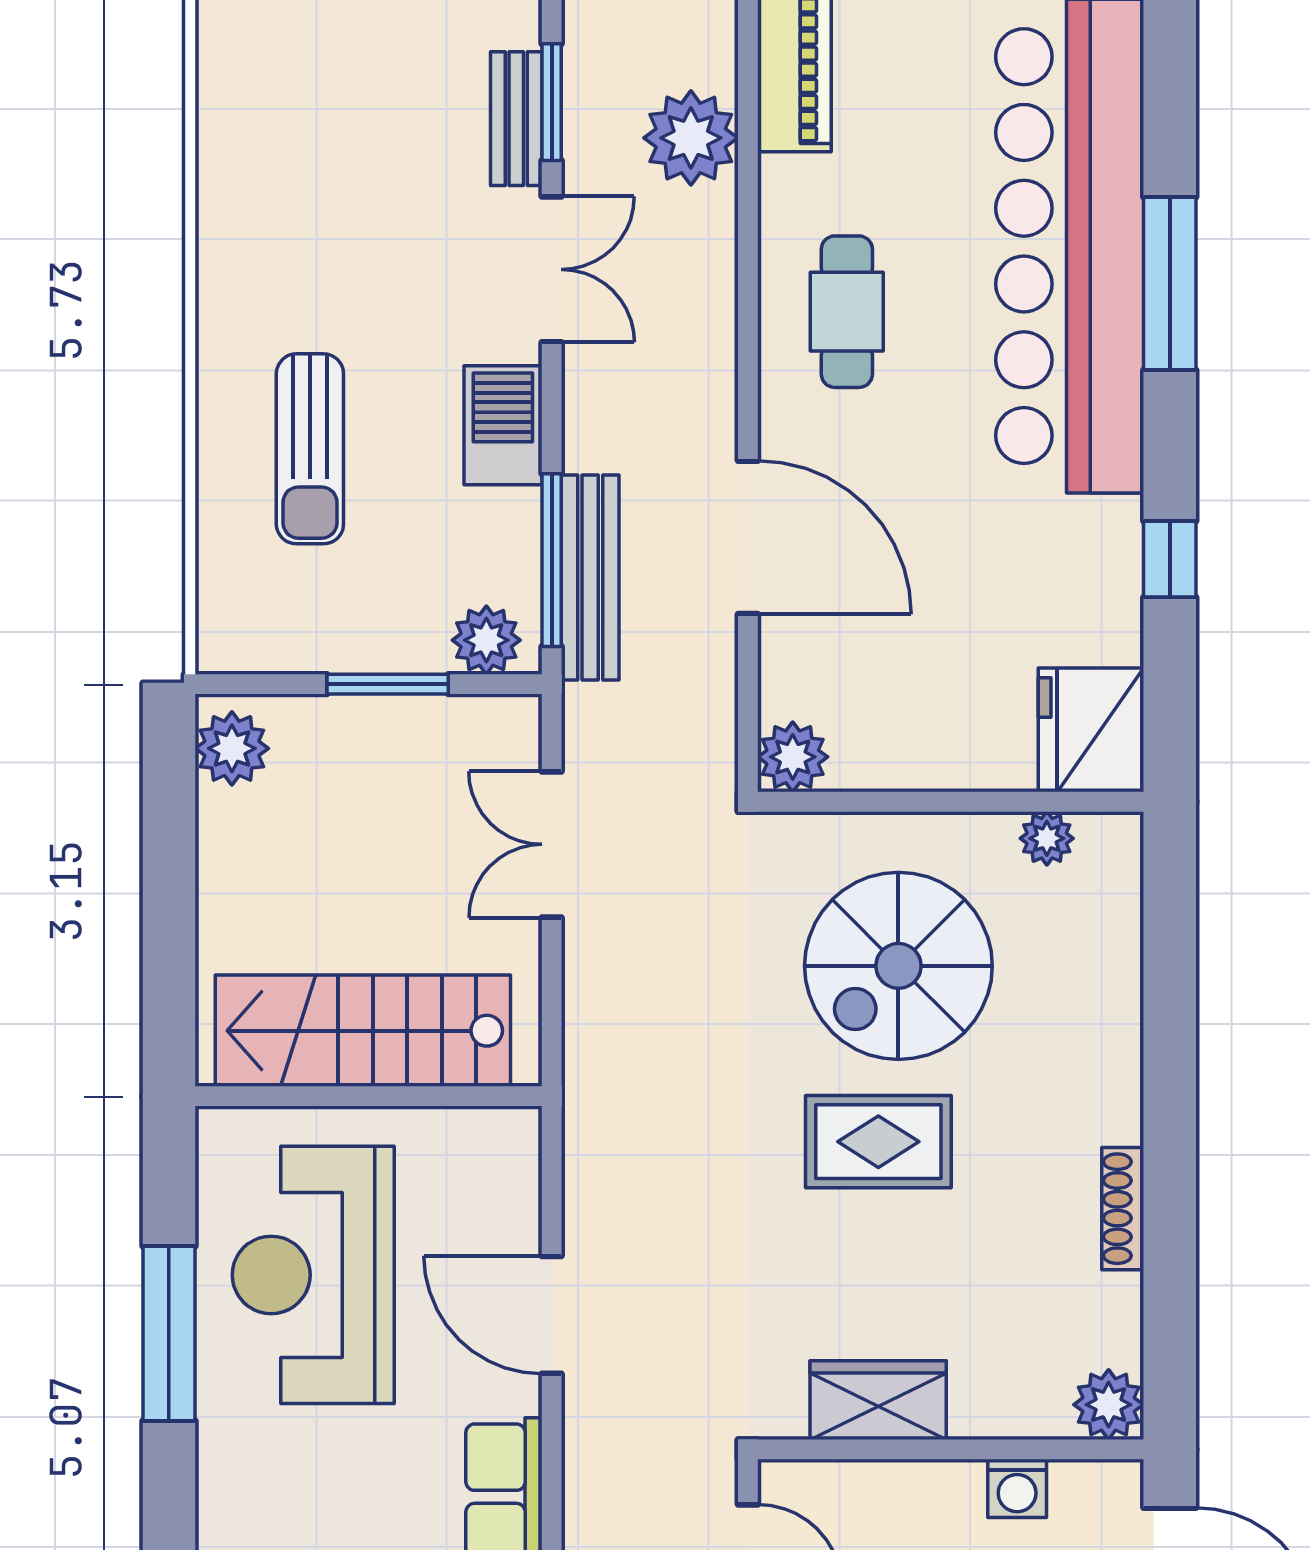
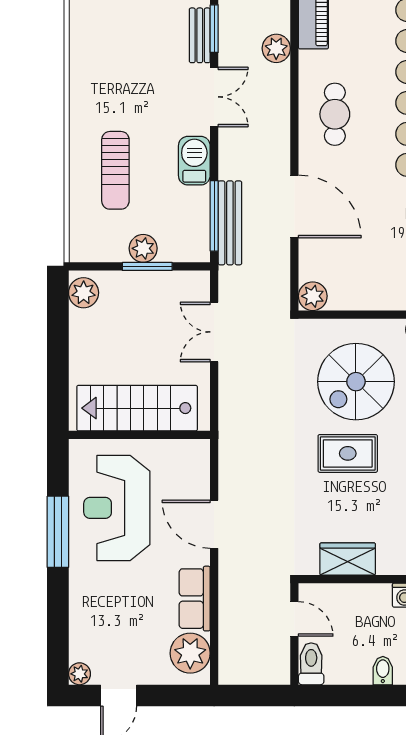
plant: (691, 138) -> (276, 48), width x0.73, depth x0.73
plant: (486, 640) -> (143, 248), moved

